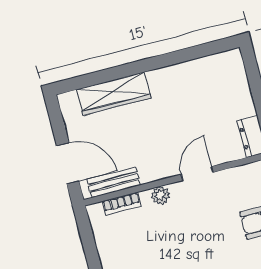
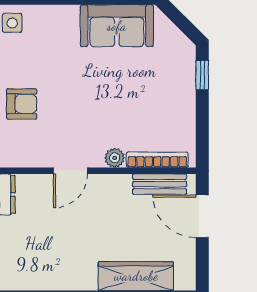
bookcase: (122, 204) -> (157, 160), width x1.56

